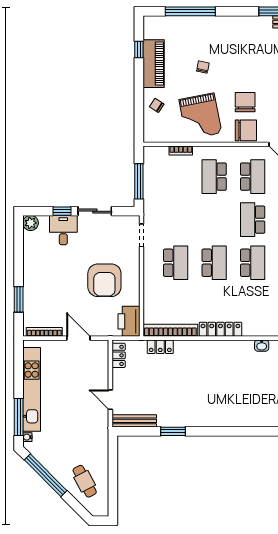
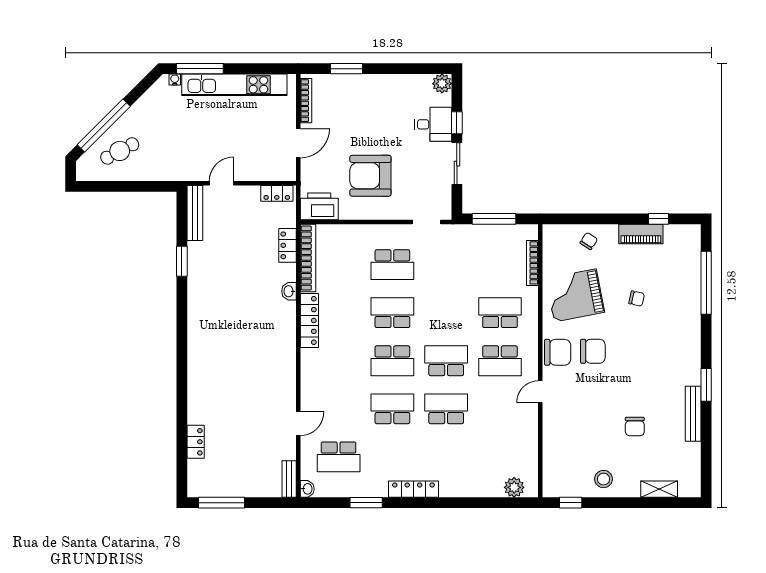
piano: (154, 64) -> (641, 234), width x0.73, depth x0.75
chair: (246, 130) -> (558, 352), turned -90
bookcase: (181, 151) -> (532, 263), width x1.56
school desk: (214, 263) -> (392, 313), turned 180
washbasin: (262, 346) -> (289, 291), moved
window: (46, 475) -> (104, 126), moved

